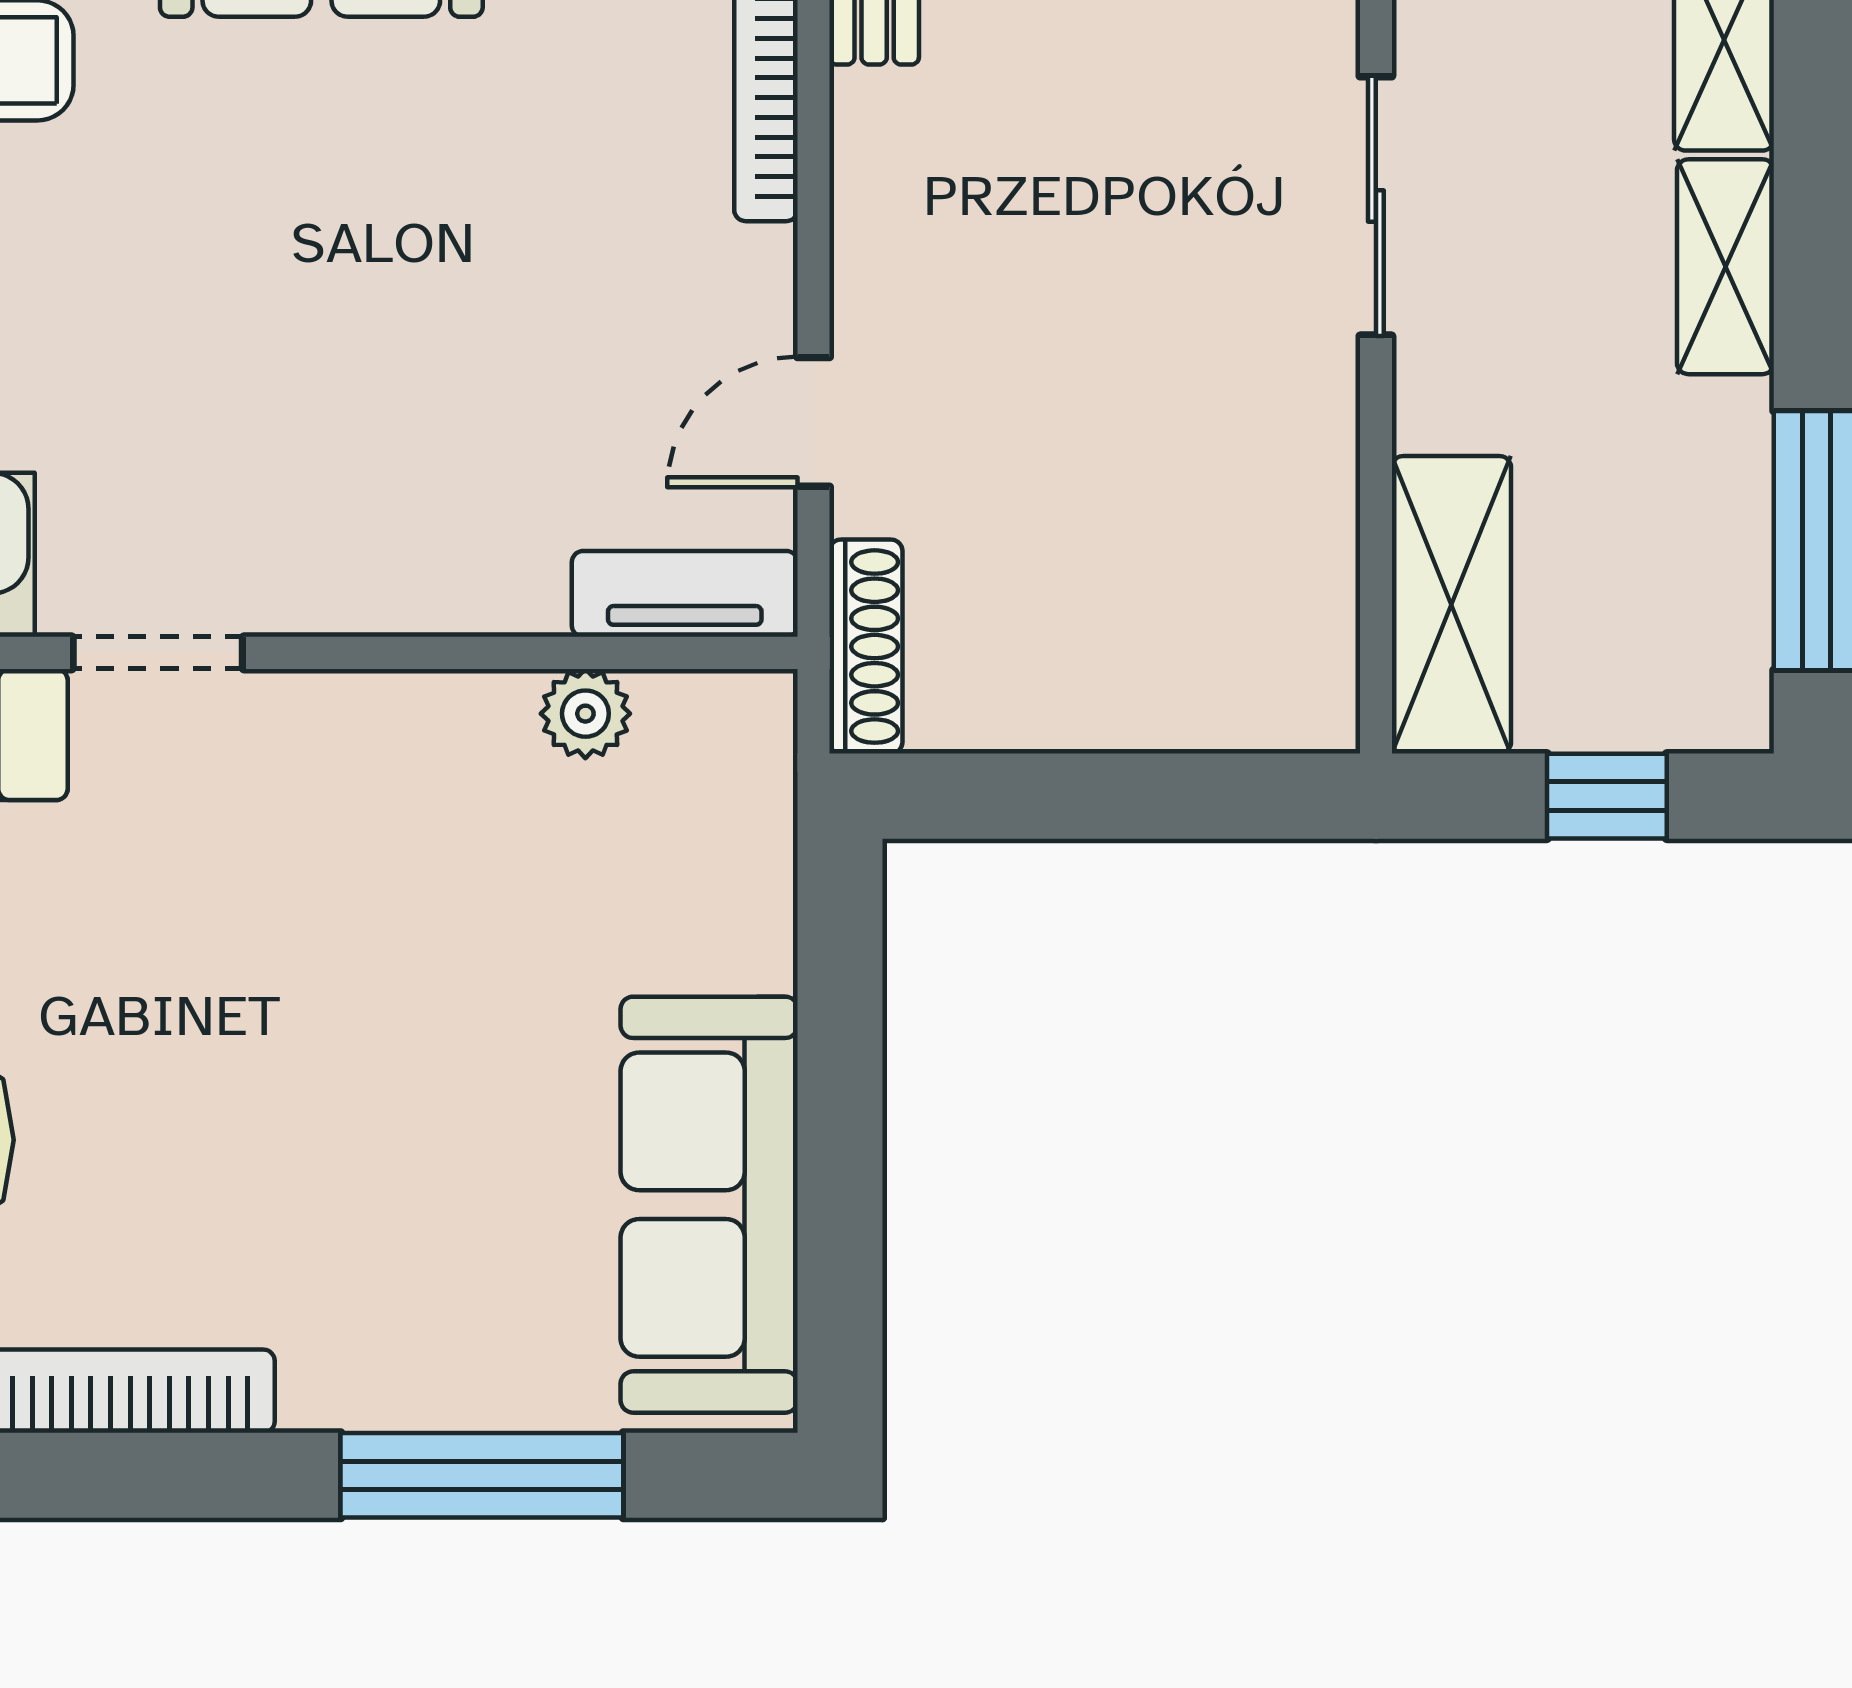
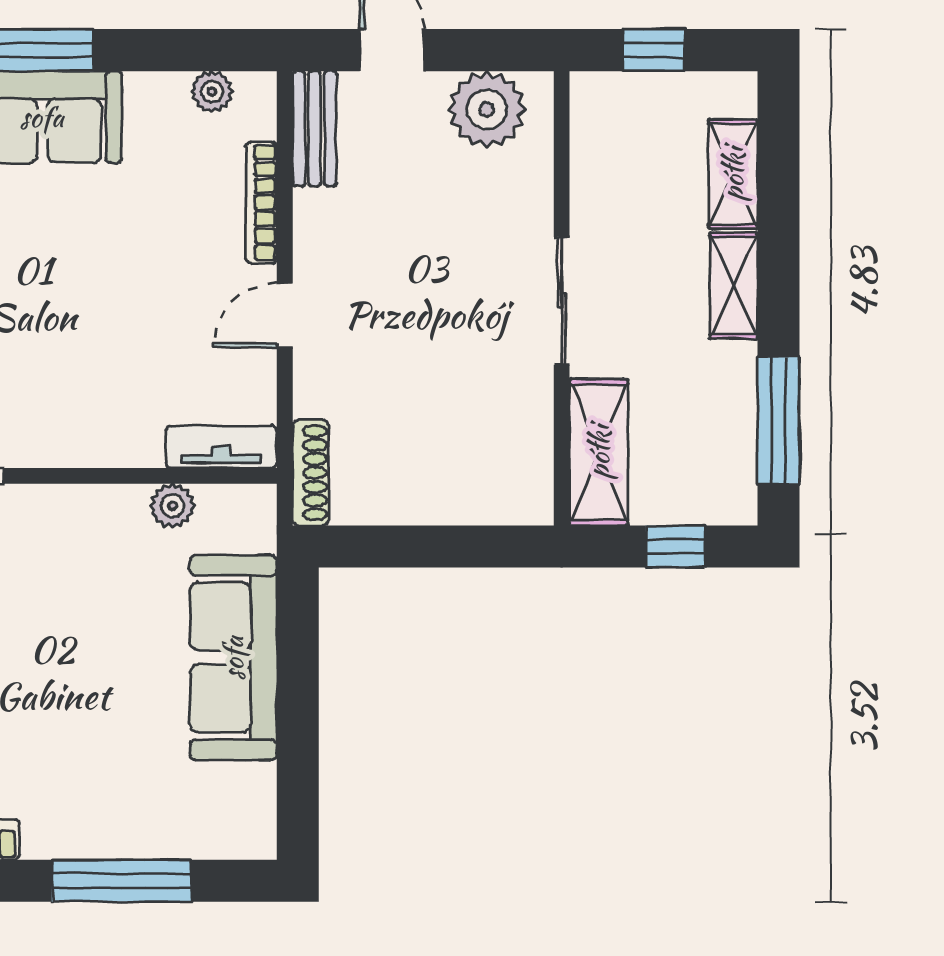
sliding door: (1376, 206) -> (562, 301), moved
door: (814, 422) -> (285, 315), moved
sofa: (709, 1205) -> (233, 658), moved

